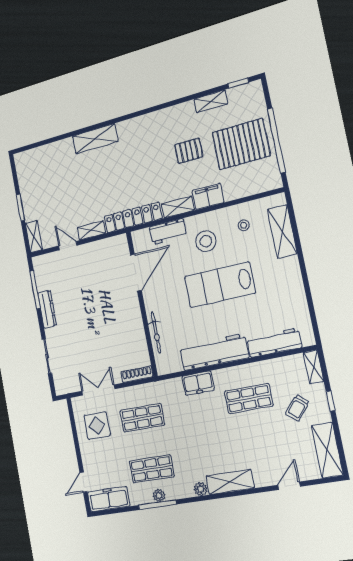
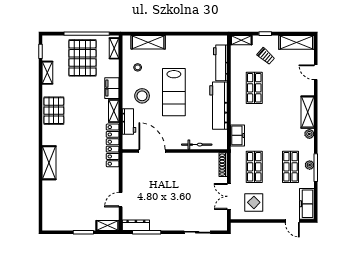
pallet: (189, 151) -> (54, 111), moved, width x1.50, depth x1.42
shelving: (91, 230) -> (114, 48), moved
dresser: (47, 309) -> (136, 225), moved
freezer: (198, 383) -> (238, 135), moved

